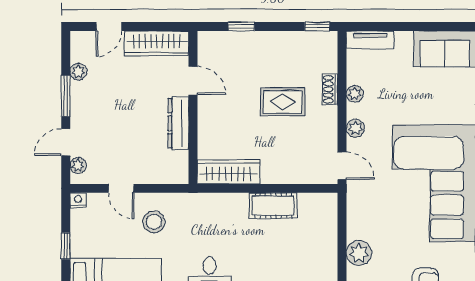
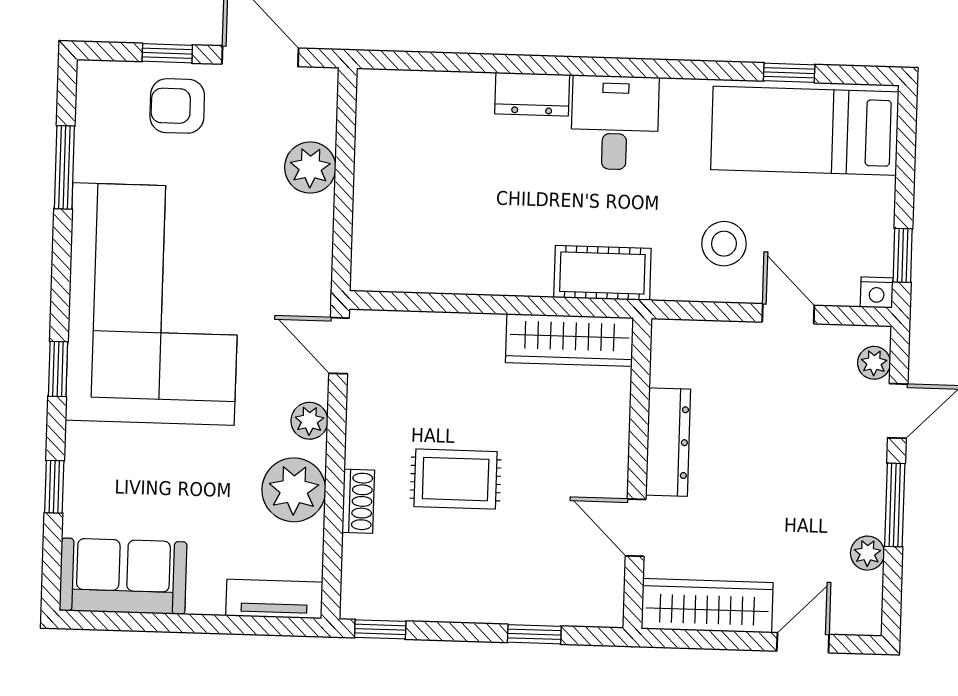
plant: (355, 94) -> (294, 490), width x1.88, depth x1.88
cot: (273, 206) -> (602, 273), moved
window: (66, 246) -> (903, 255), moved

